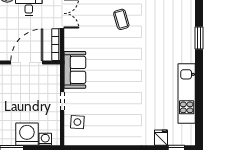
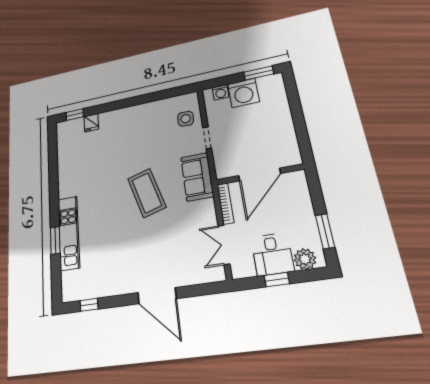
coffee table: (121, 19) -> (147, 193), moved, width x1.86, depth x1.72
kitchen unit: (187, 94) -> (69, 233), moved

